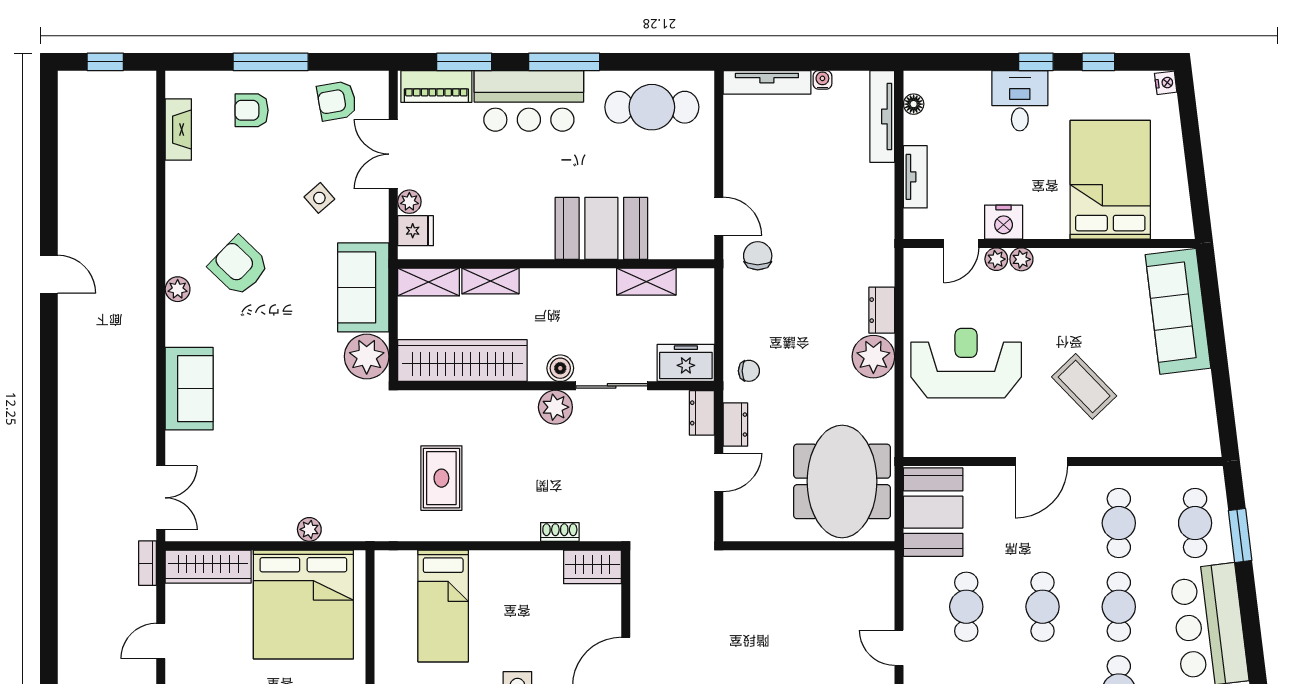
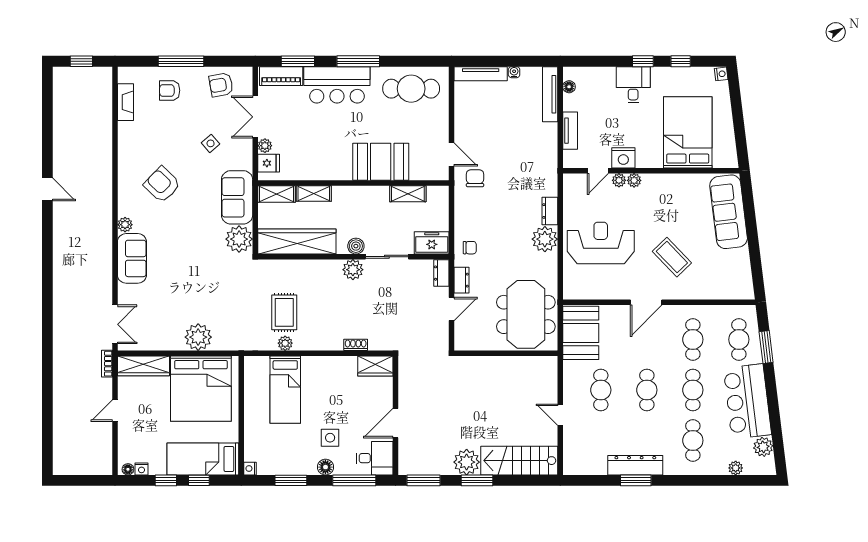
plant: (178, 289) -> (125, 225), moved
plant: (309, 529) -> (198, 337), width x1.87, depth x1.87
plant: (443, 529) -> (285, 343), added

